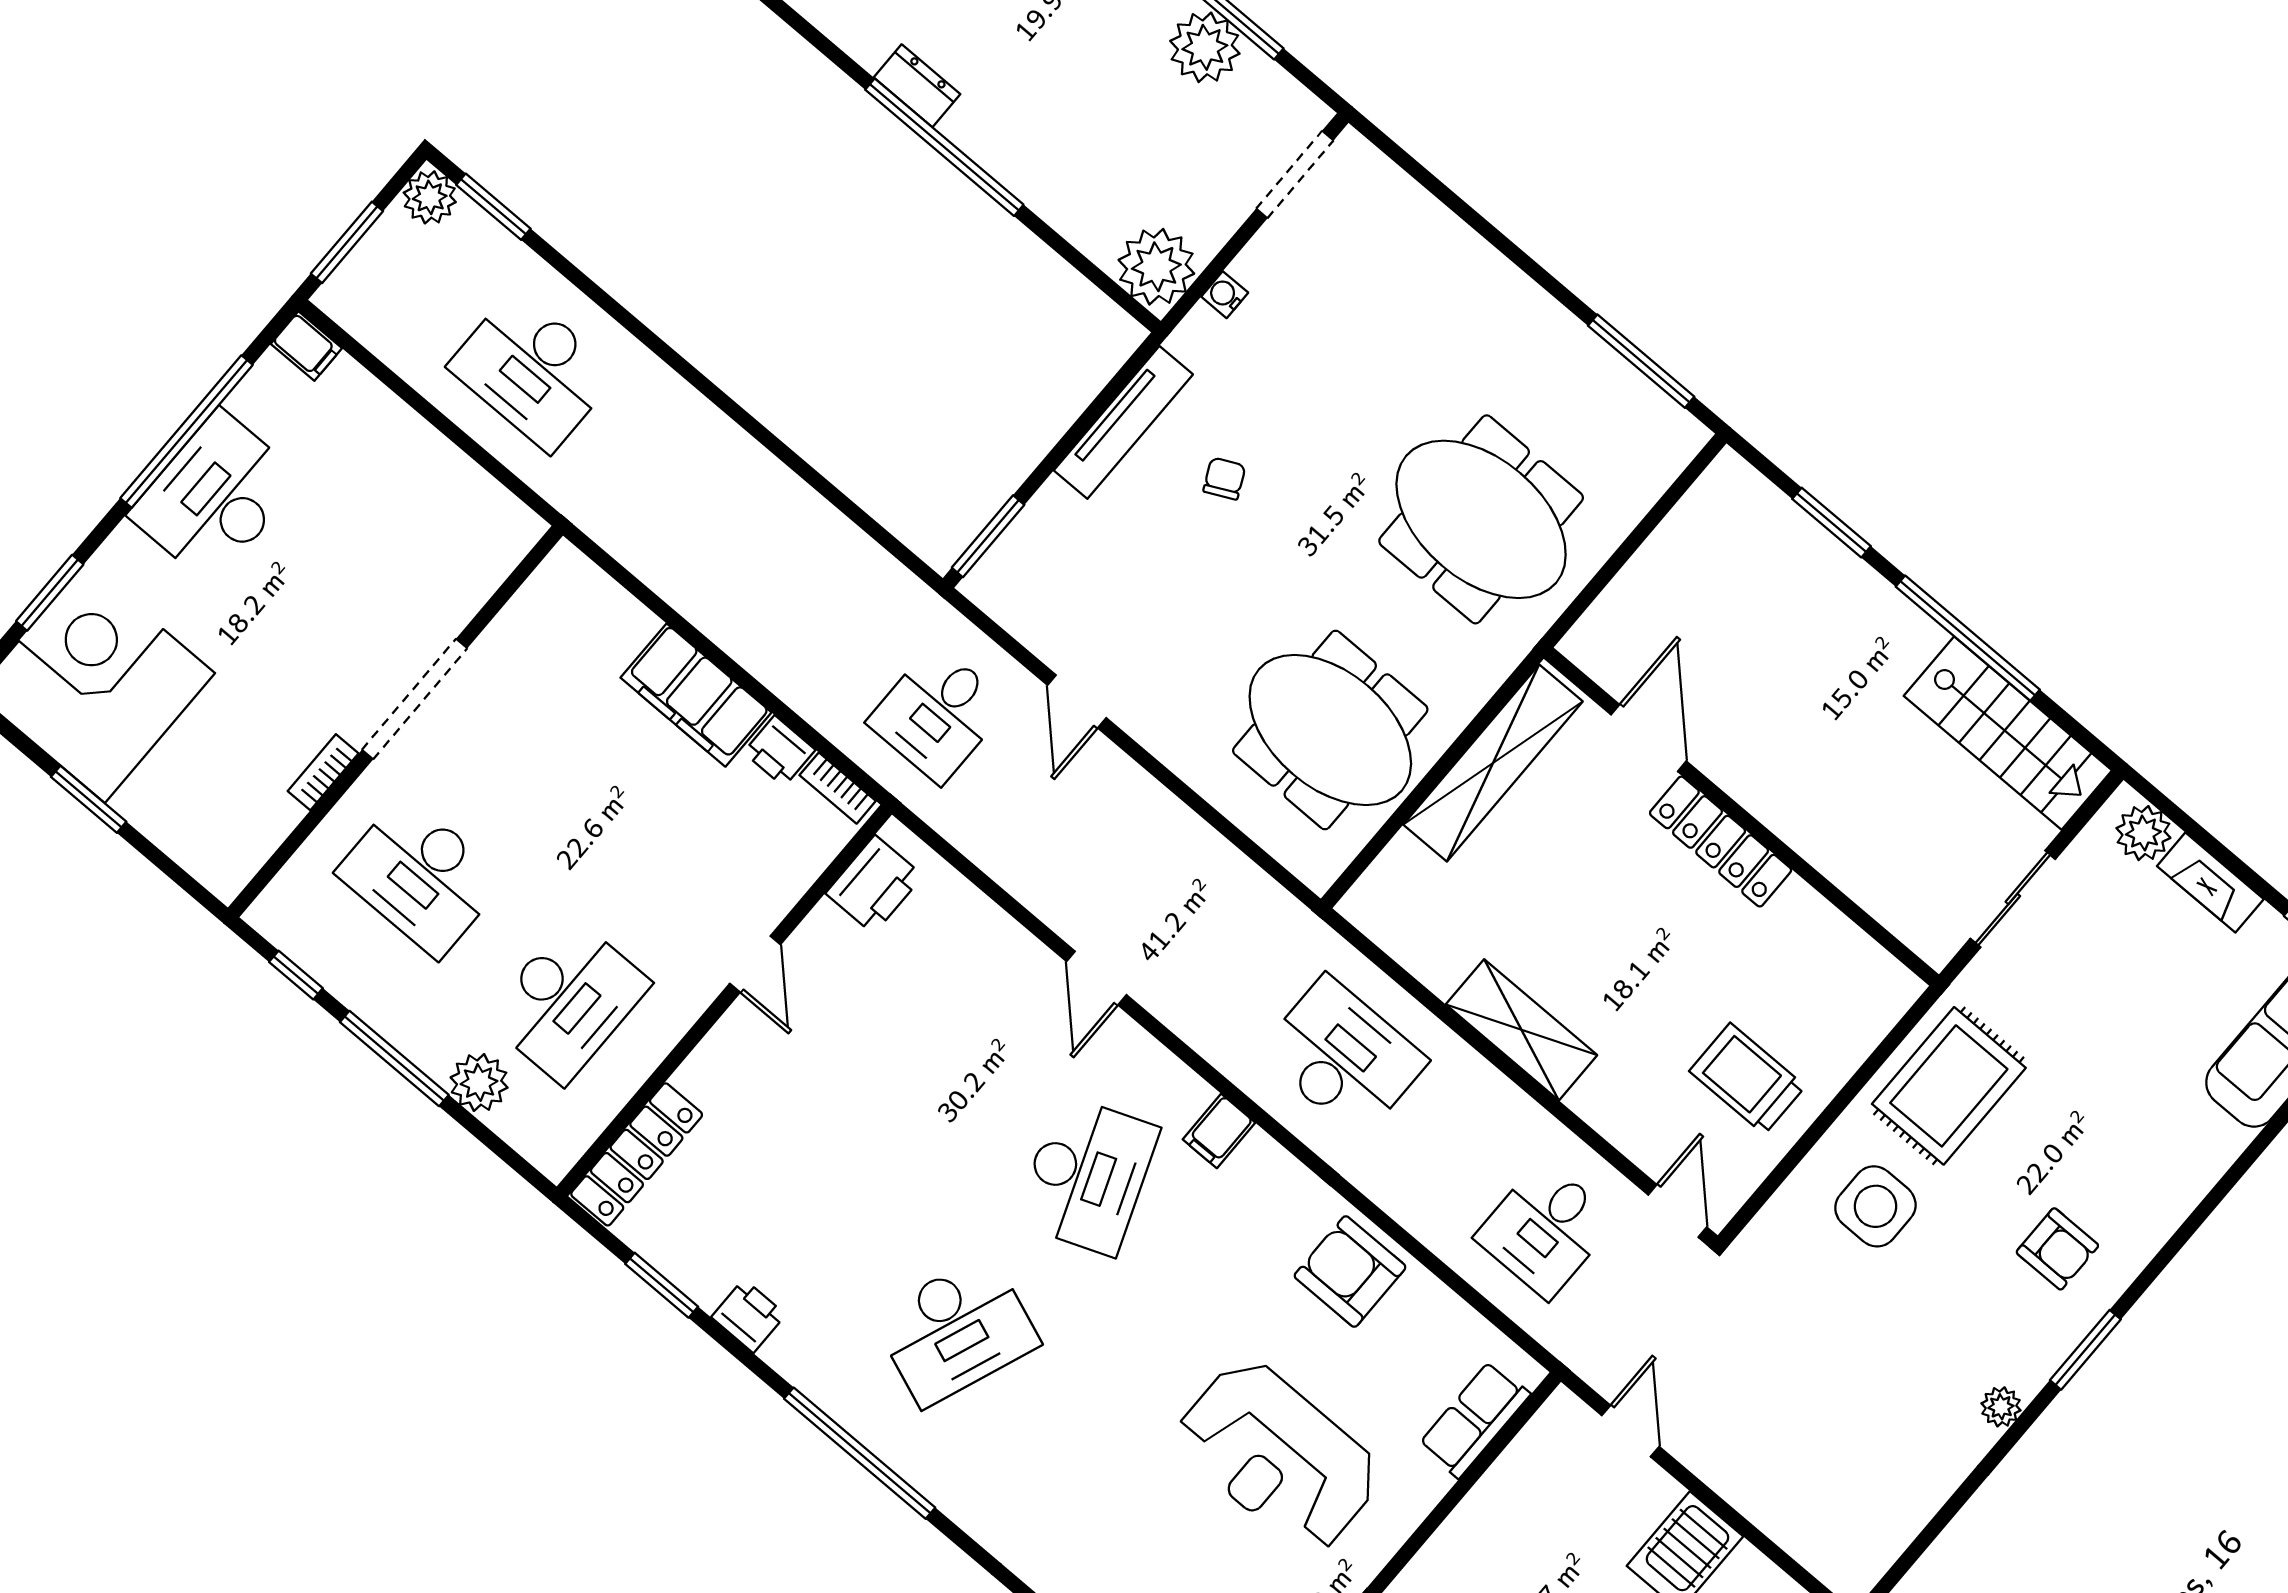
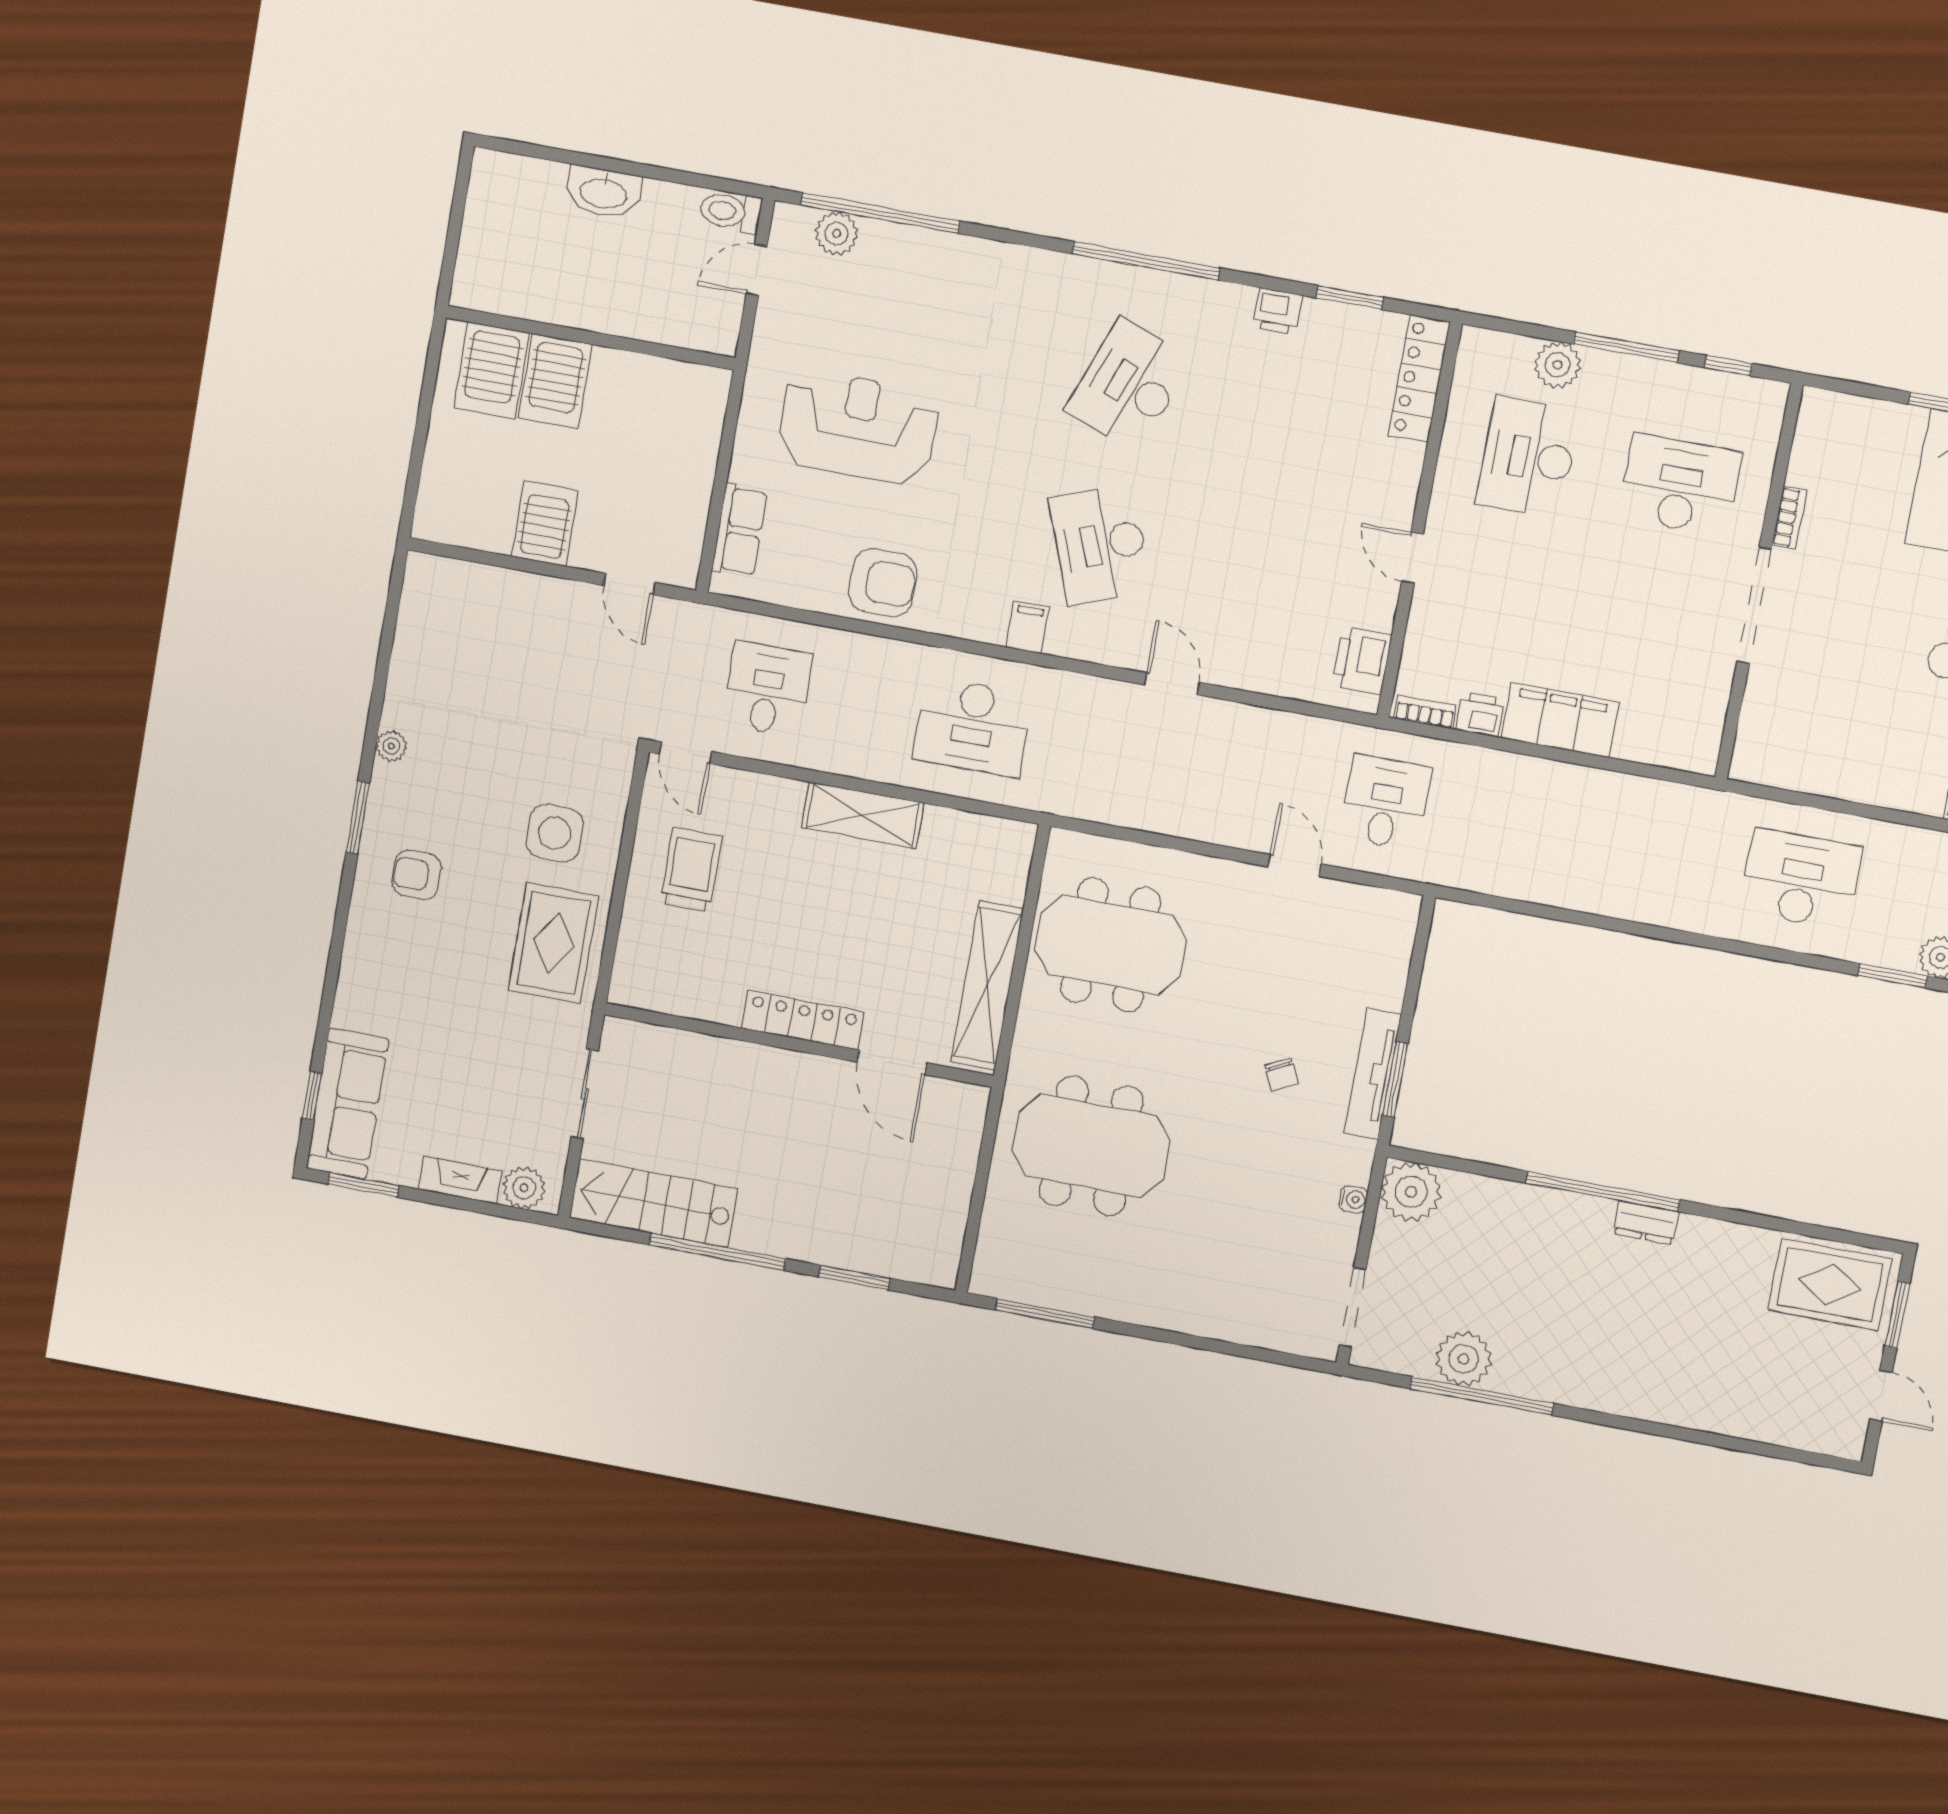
window: (988, 536) -> (1395, 1079), moved
trolley: (1747, 1079) -> (691, 870), turned -90

